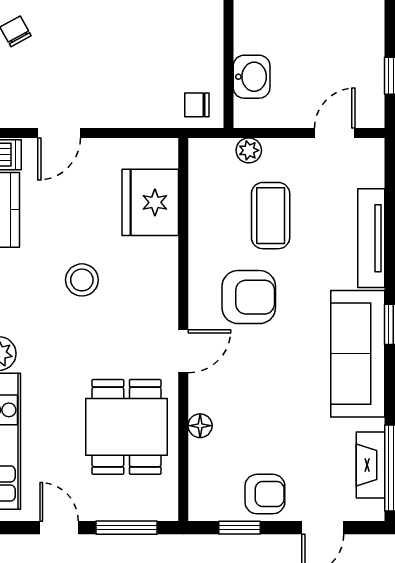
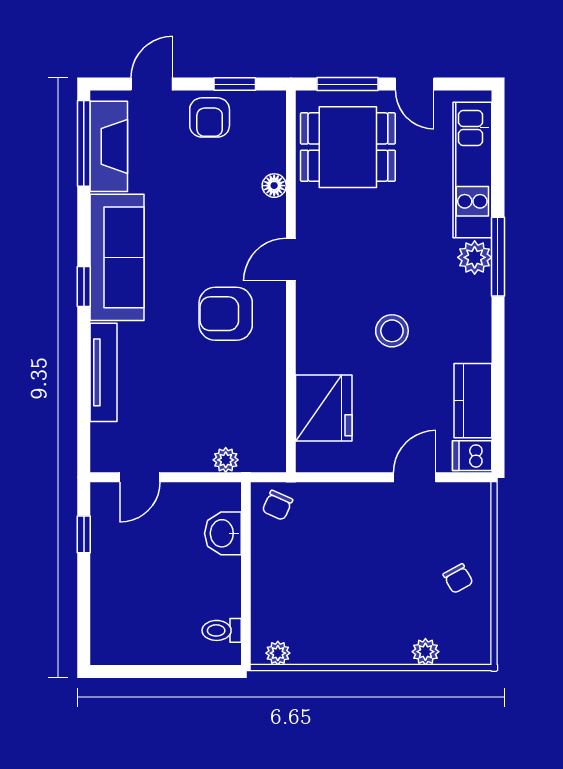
chair: (197, 105) -> (277, 505), turned 114
coffee table: (271, 216) -> (204, 395), removed
dining table: (127, 427) -> (348, 147), moved, turned 90
fireplace: (371, 465) -> (109, 146), width x1.37, depth x1.32
armchair: (265, 494) -> (210, 117), turned -90

